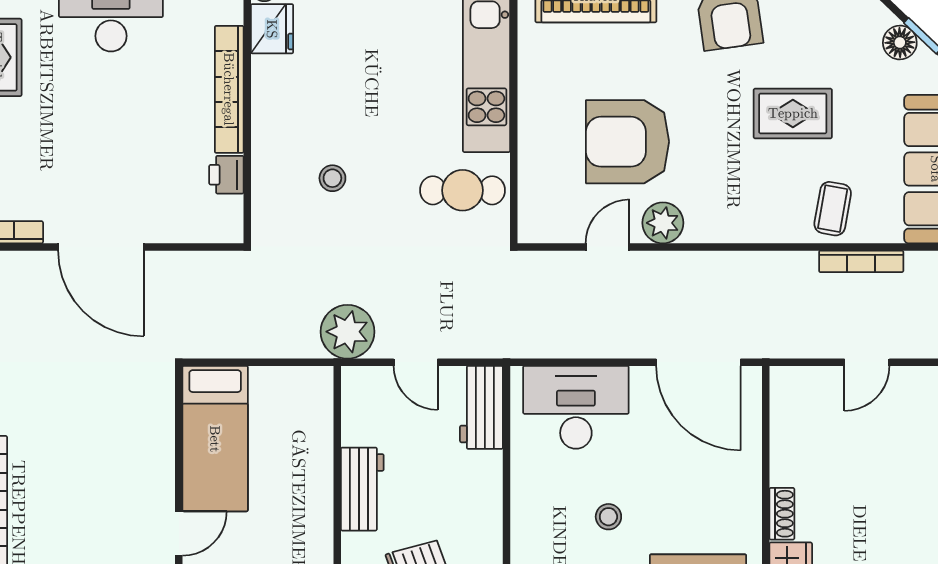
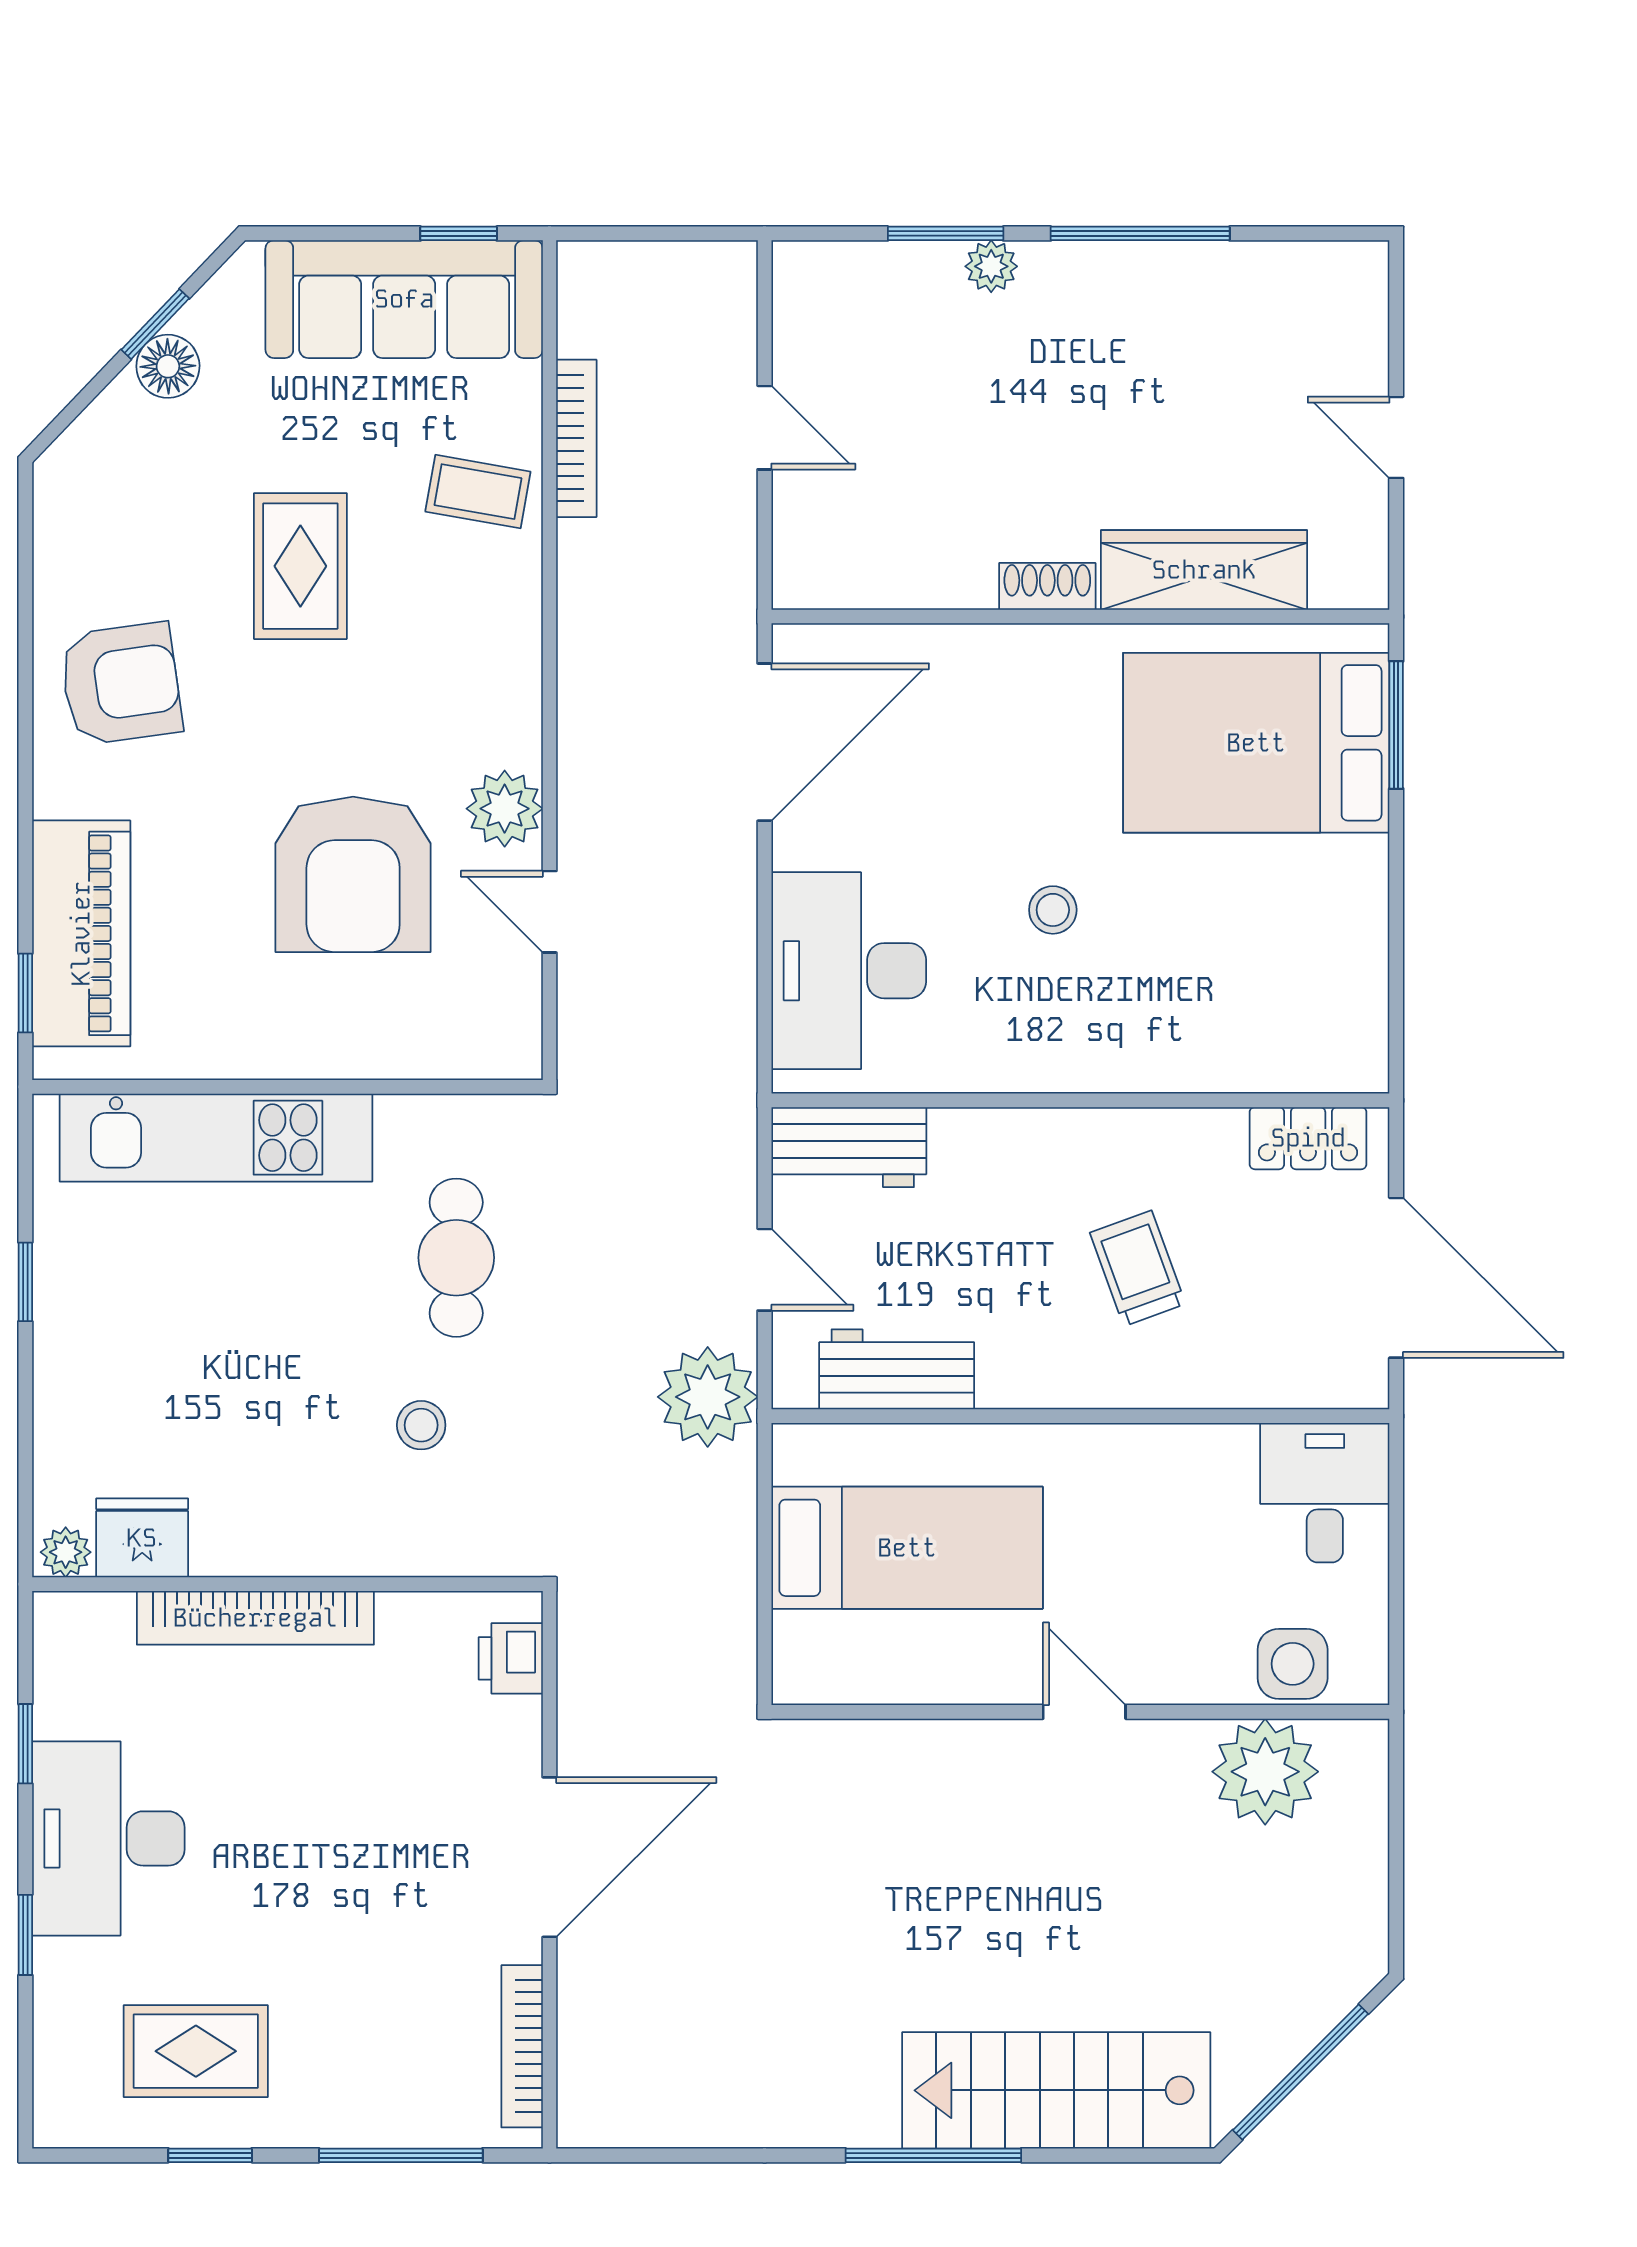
printer: (226, 175) -> (511, 1658), moved, turned 90
cafe table: (462, 190) -> (456, 1258), moved
door: (416, 362) -> (765, 1270), hinge flipped
bed: (215, 439) -> (907, 1548), moved
workbench: (362, 489) -> (897, 1369), moved

